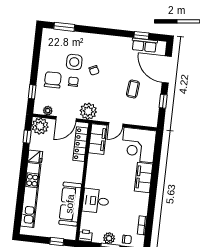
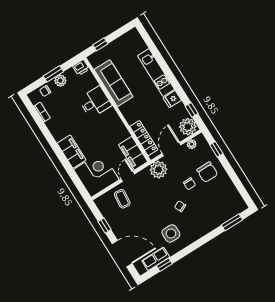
side table: (74, 62) -> (171, 233), moved
coffee table: (133, 89) -> (122, 199), moved
kitchen unit: (31, 195) -> (156, 73), width x0.73

